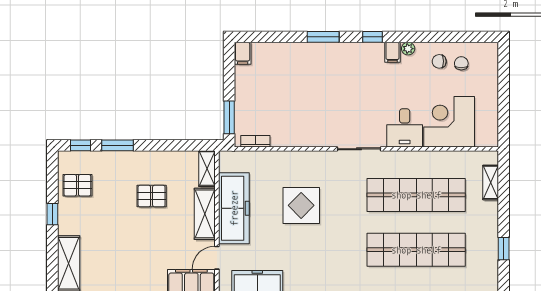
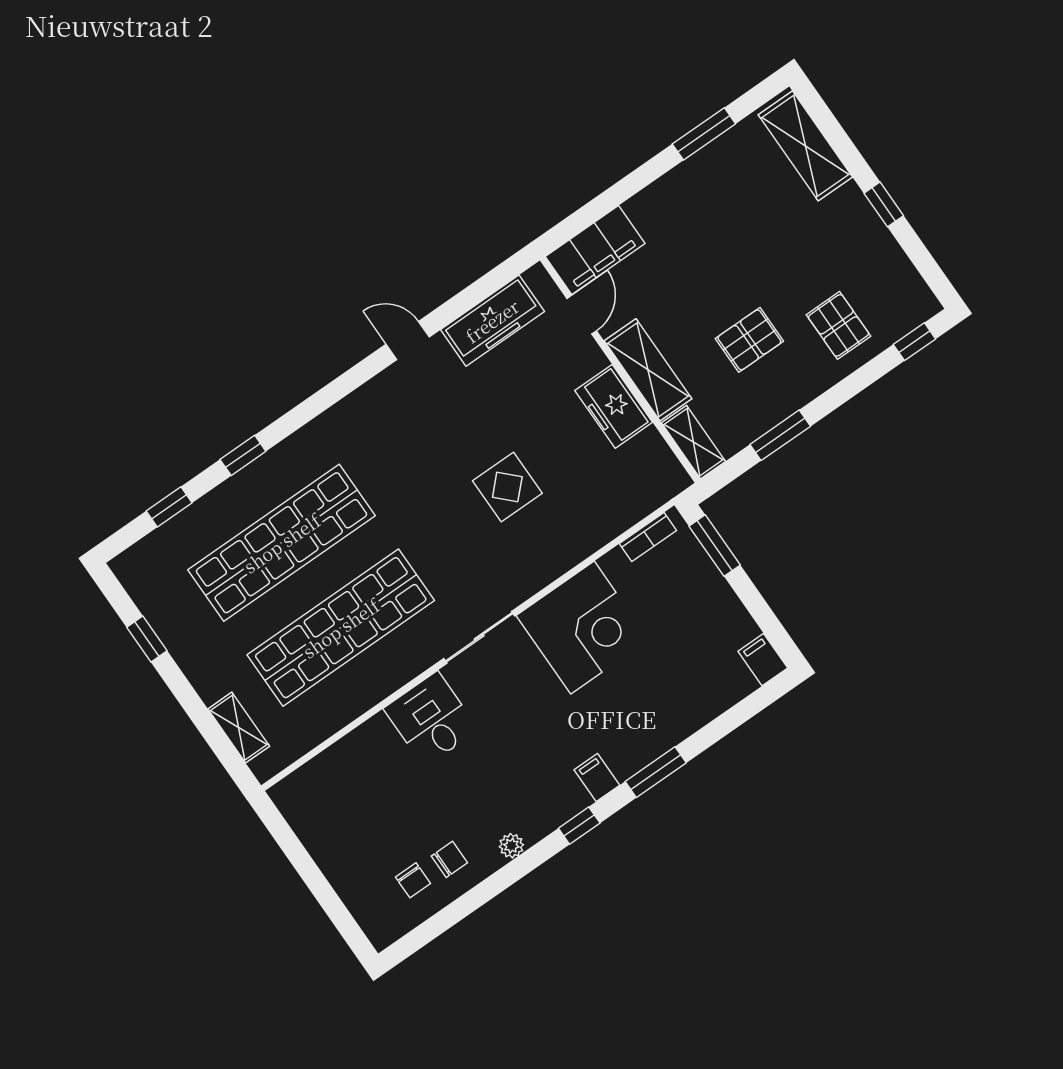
filing cabinet: (392, 52) -> (597, 778), moved
corner desk: (449, 122) -> (582, 628), moved
window: (117, 145) -> (780, 435), moved
pallet: (77, 185) -> (839, 325), moved, turned 90
display table: (301, 205) -> (507, 487), width x0.73, depth x0.73
freezer: (234, 208) -> (614, 406), width x0.52, depth x0.79

